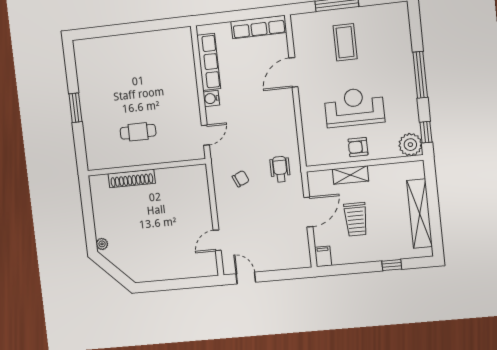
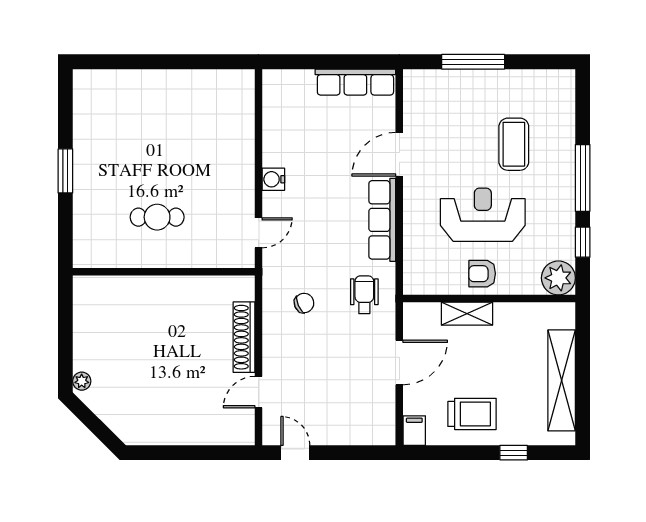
coffee table: (345, 42) -> (514, 144), moved
row of seats: (209, 62) -> (382, 220), moved, turned 180
window: (426, 132) -> (583, 242), moved
shoe rack: (132, 178) -> (244, 337), moved, turned 90
trolley: (356, 219) -> (472, 414), moved, turned -90

